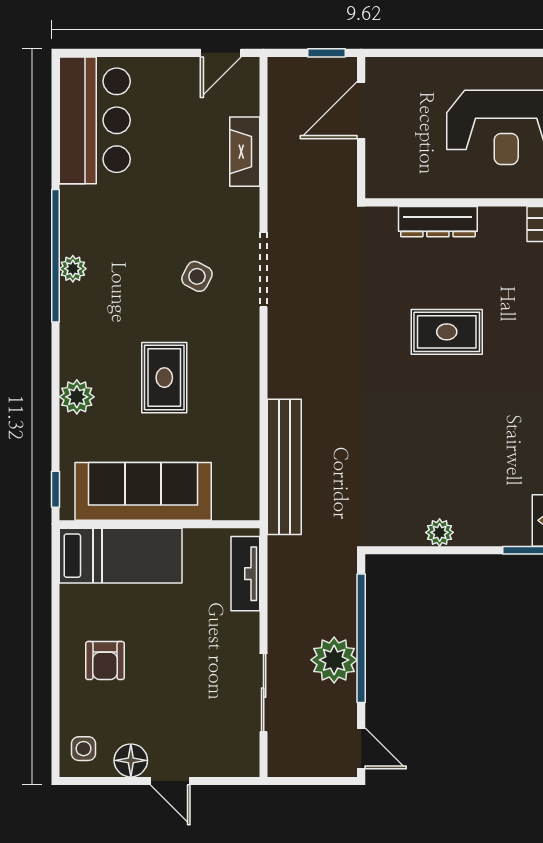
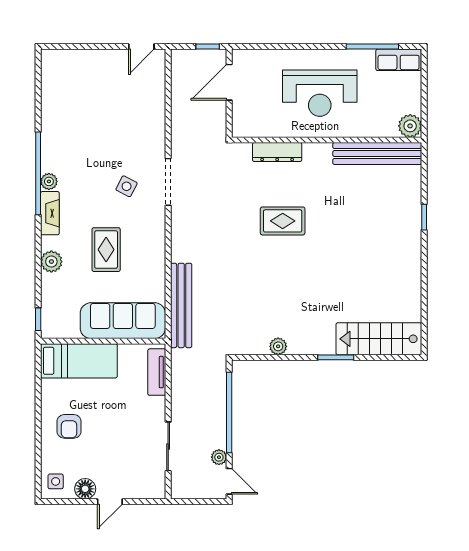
bar counter: (95, 120) -> (63, 89), removed
fireplace: (245, 152) -> (50, 213), moved, turned 180
sofa: (143, 491) -> (123, 321), moved
plant: (334, 660) -> (219, 457), moved, width x0.53, depth x0.53
door: (170, 781) -> (110, 502), hinge flipped

